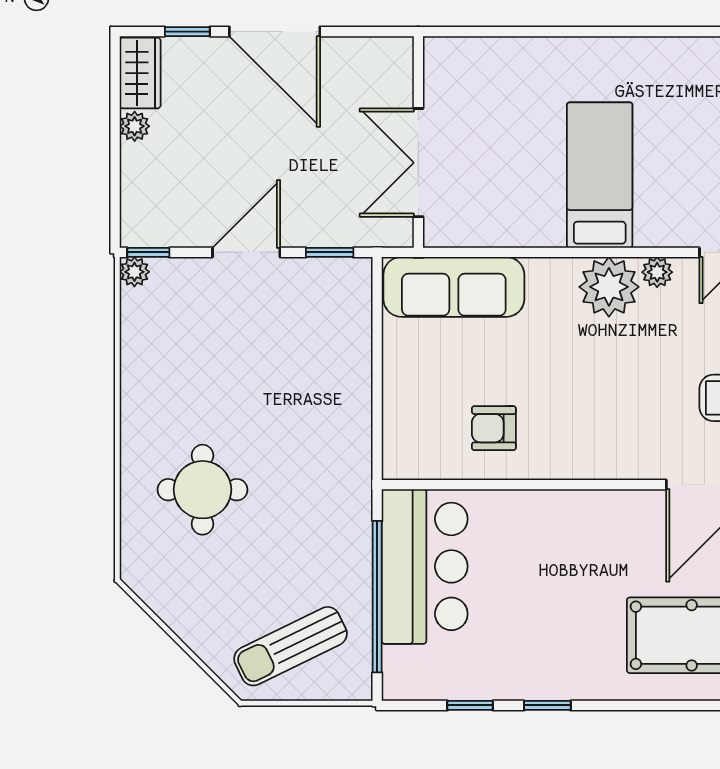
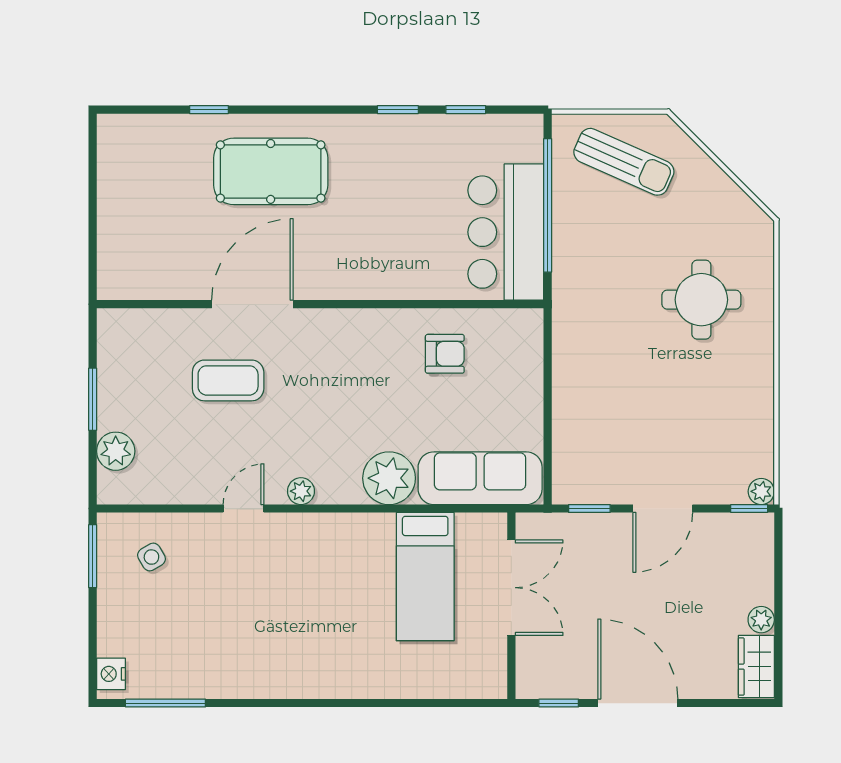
window: (187, 32) -> (559, 703), moved
bed: (600, 175) -> (425, 577), moved
plant: (609, 287) -> (389, 478), moved
sun lounger: (291, 646) -> (624, 162), turned 50

